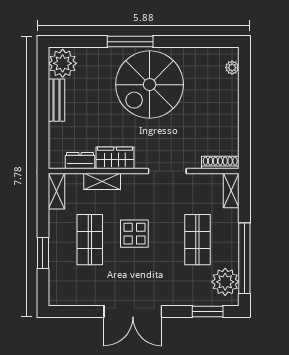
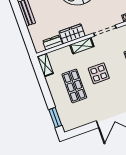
shelving: (102, 181) -> (82, 46), moved
window: (43, 253) -> (55, 117), moved

